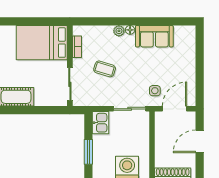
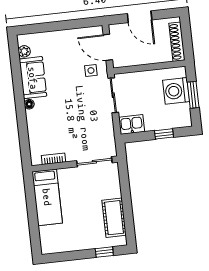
plant: (119, 31) -> (24, 51), moved
bed: (42, 43) -> (47, 197), width x0.67
coffee table: (105, 69) -> (74, 127), removed
window: (88, 152) -> (164, 134), width x0.67

